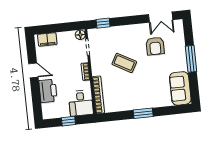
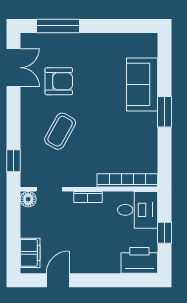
window: (191, 59) -> (58, 26), moved
coffee table: (124, 63) -> (60, 131), moved
door: (33, 70) -> (58, 280), moved
sofa: (180, 88) -> (142, 84), moved, turned 90
printer: (48, 91) -> (139, 260), moved

